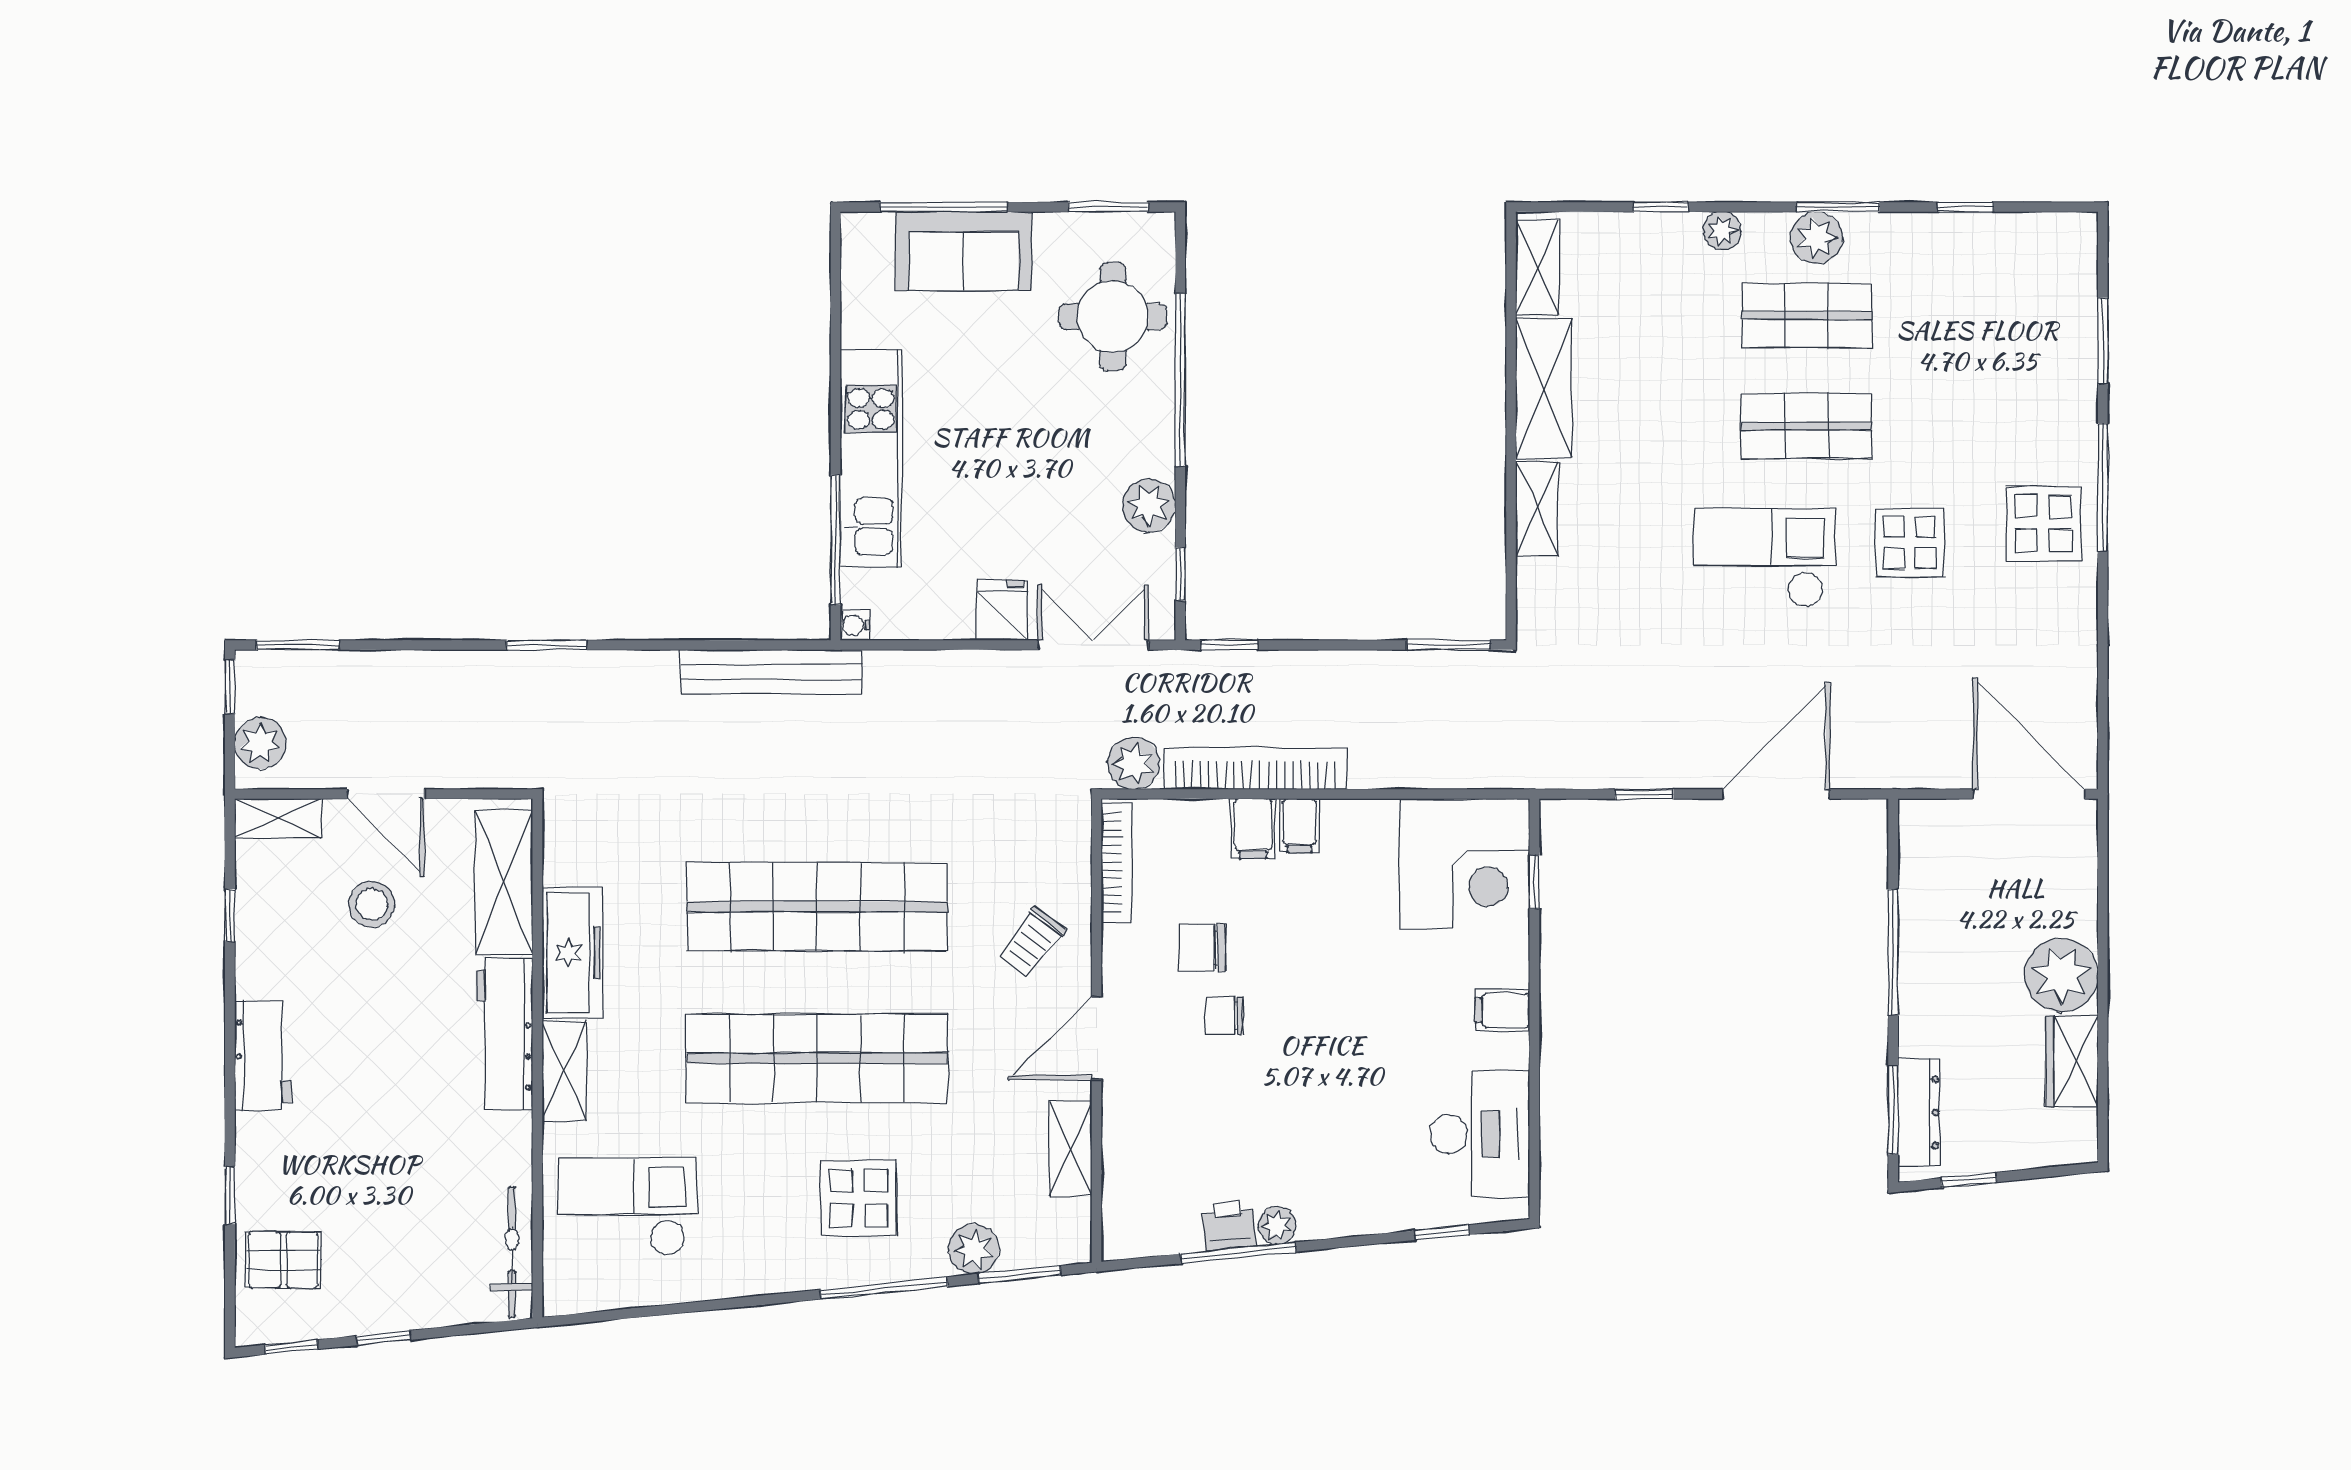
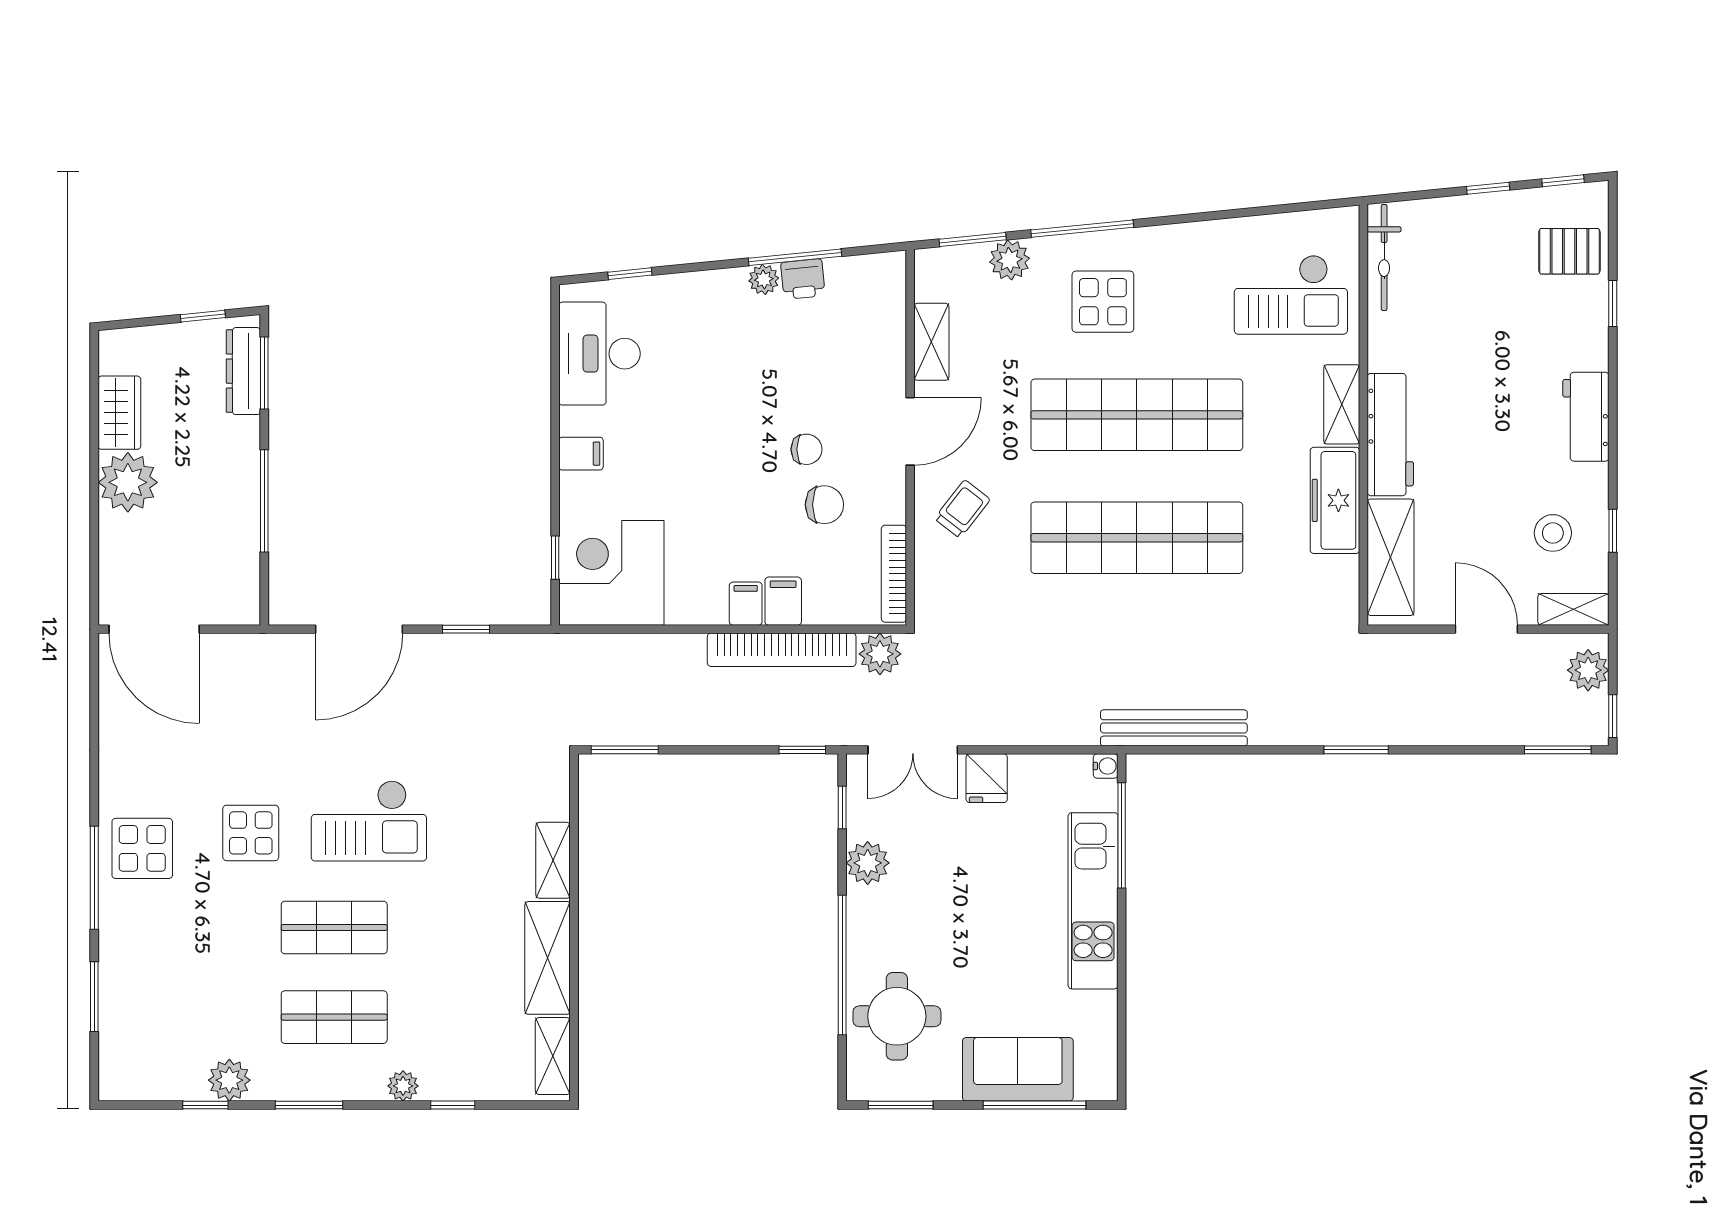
plant: (1817, 238) -> (229, 1080), moved
stool: (372, 904) -> (1553, 533), moved

